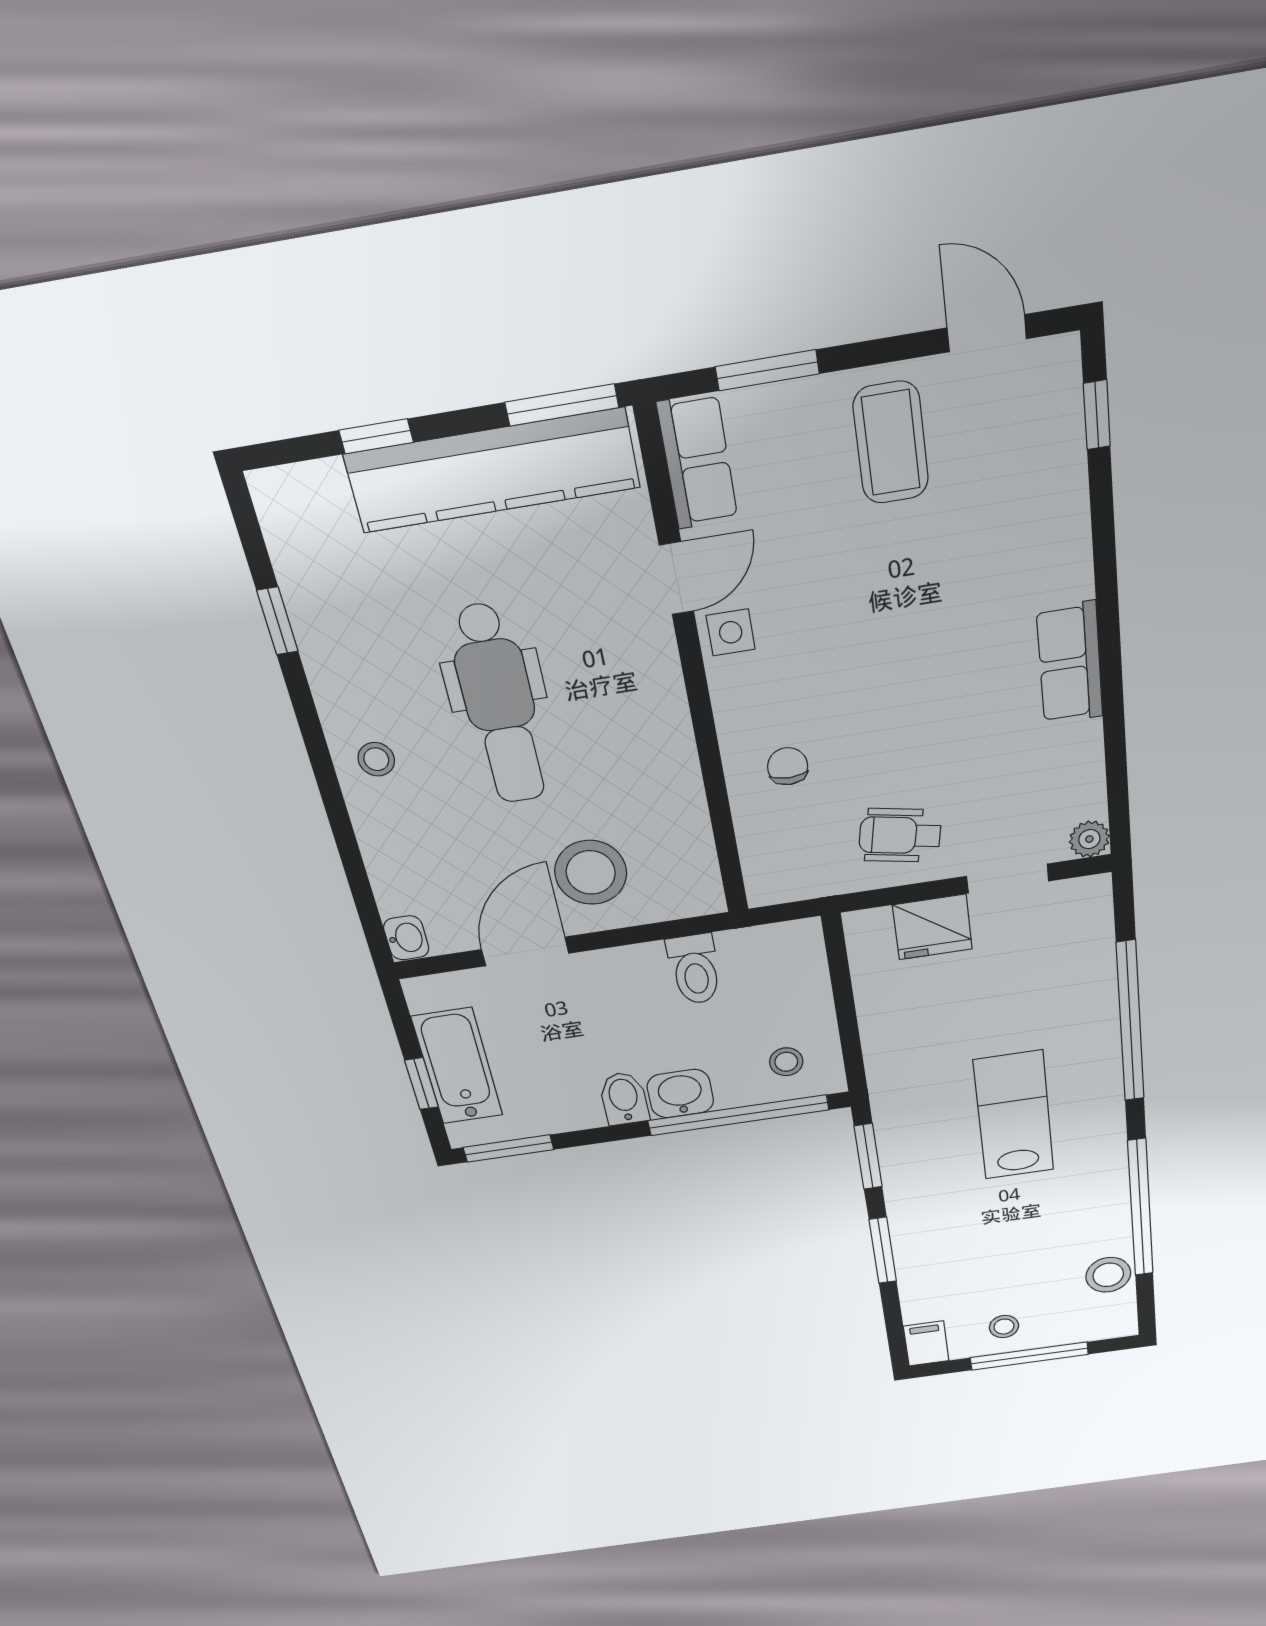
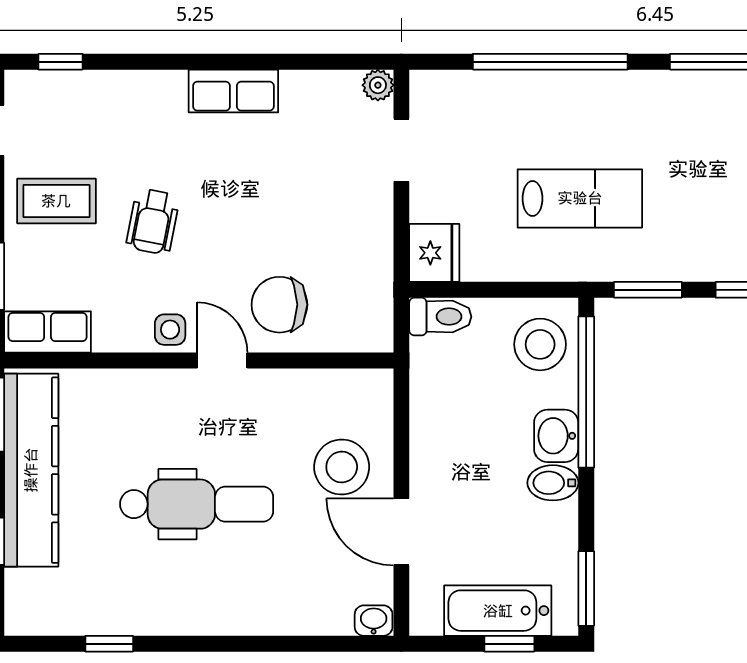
door: (677, 578) -> (222, 361), moved
stool: (376, 759) -> (223, 603), removed
chair: (788, 766) -> (279, 305), width x1.87, depth x1.87
wheelchair: (900, 835) -> (153, 222), moved
fridge: (932, 927) -> (434, 253), moved
toilet: (695, 969) -> (440, 317), moved
stool: (786, 1062) -> (540, 344), width x1.89, depth x1.89
lab bench: (1014, 1115) -> (580, 198), moved, turned 180

